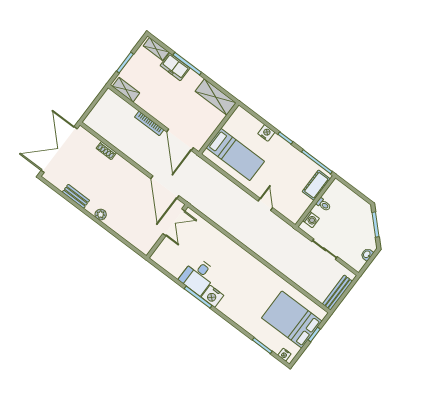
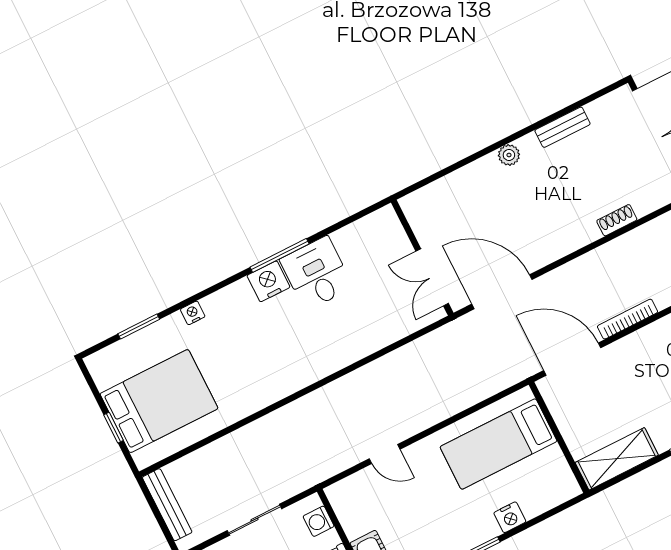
nightstand: (284, 355) -> (193, 313), moved

